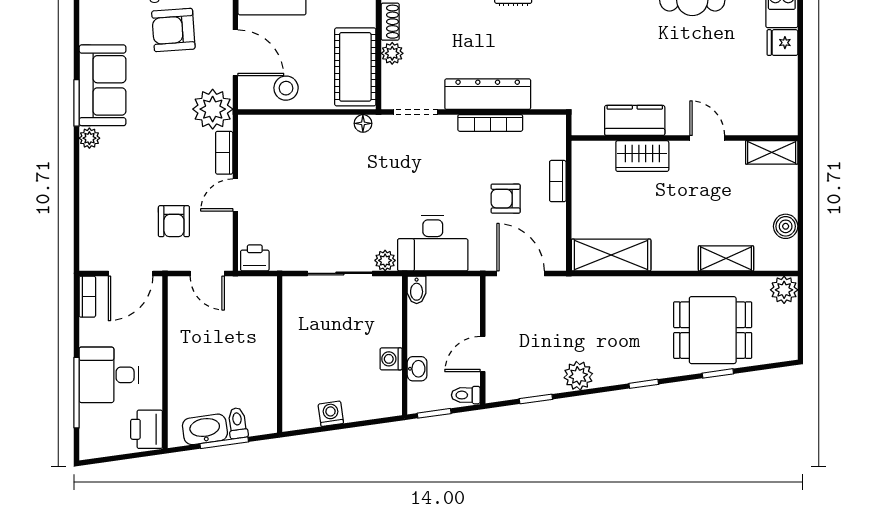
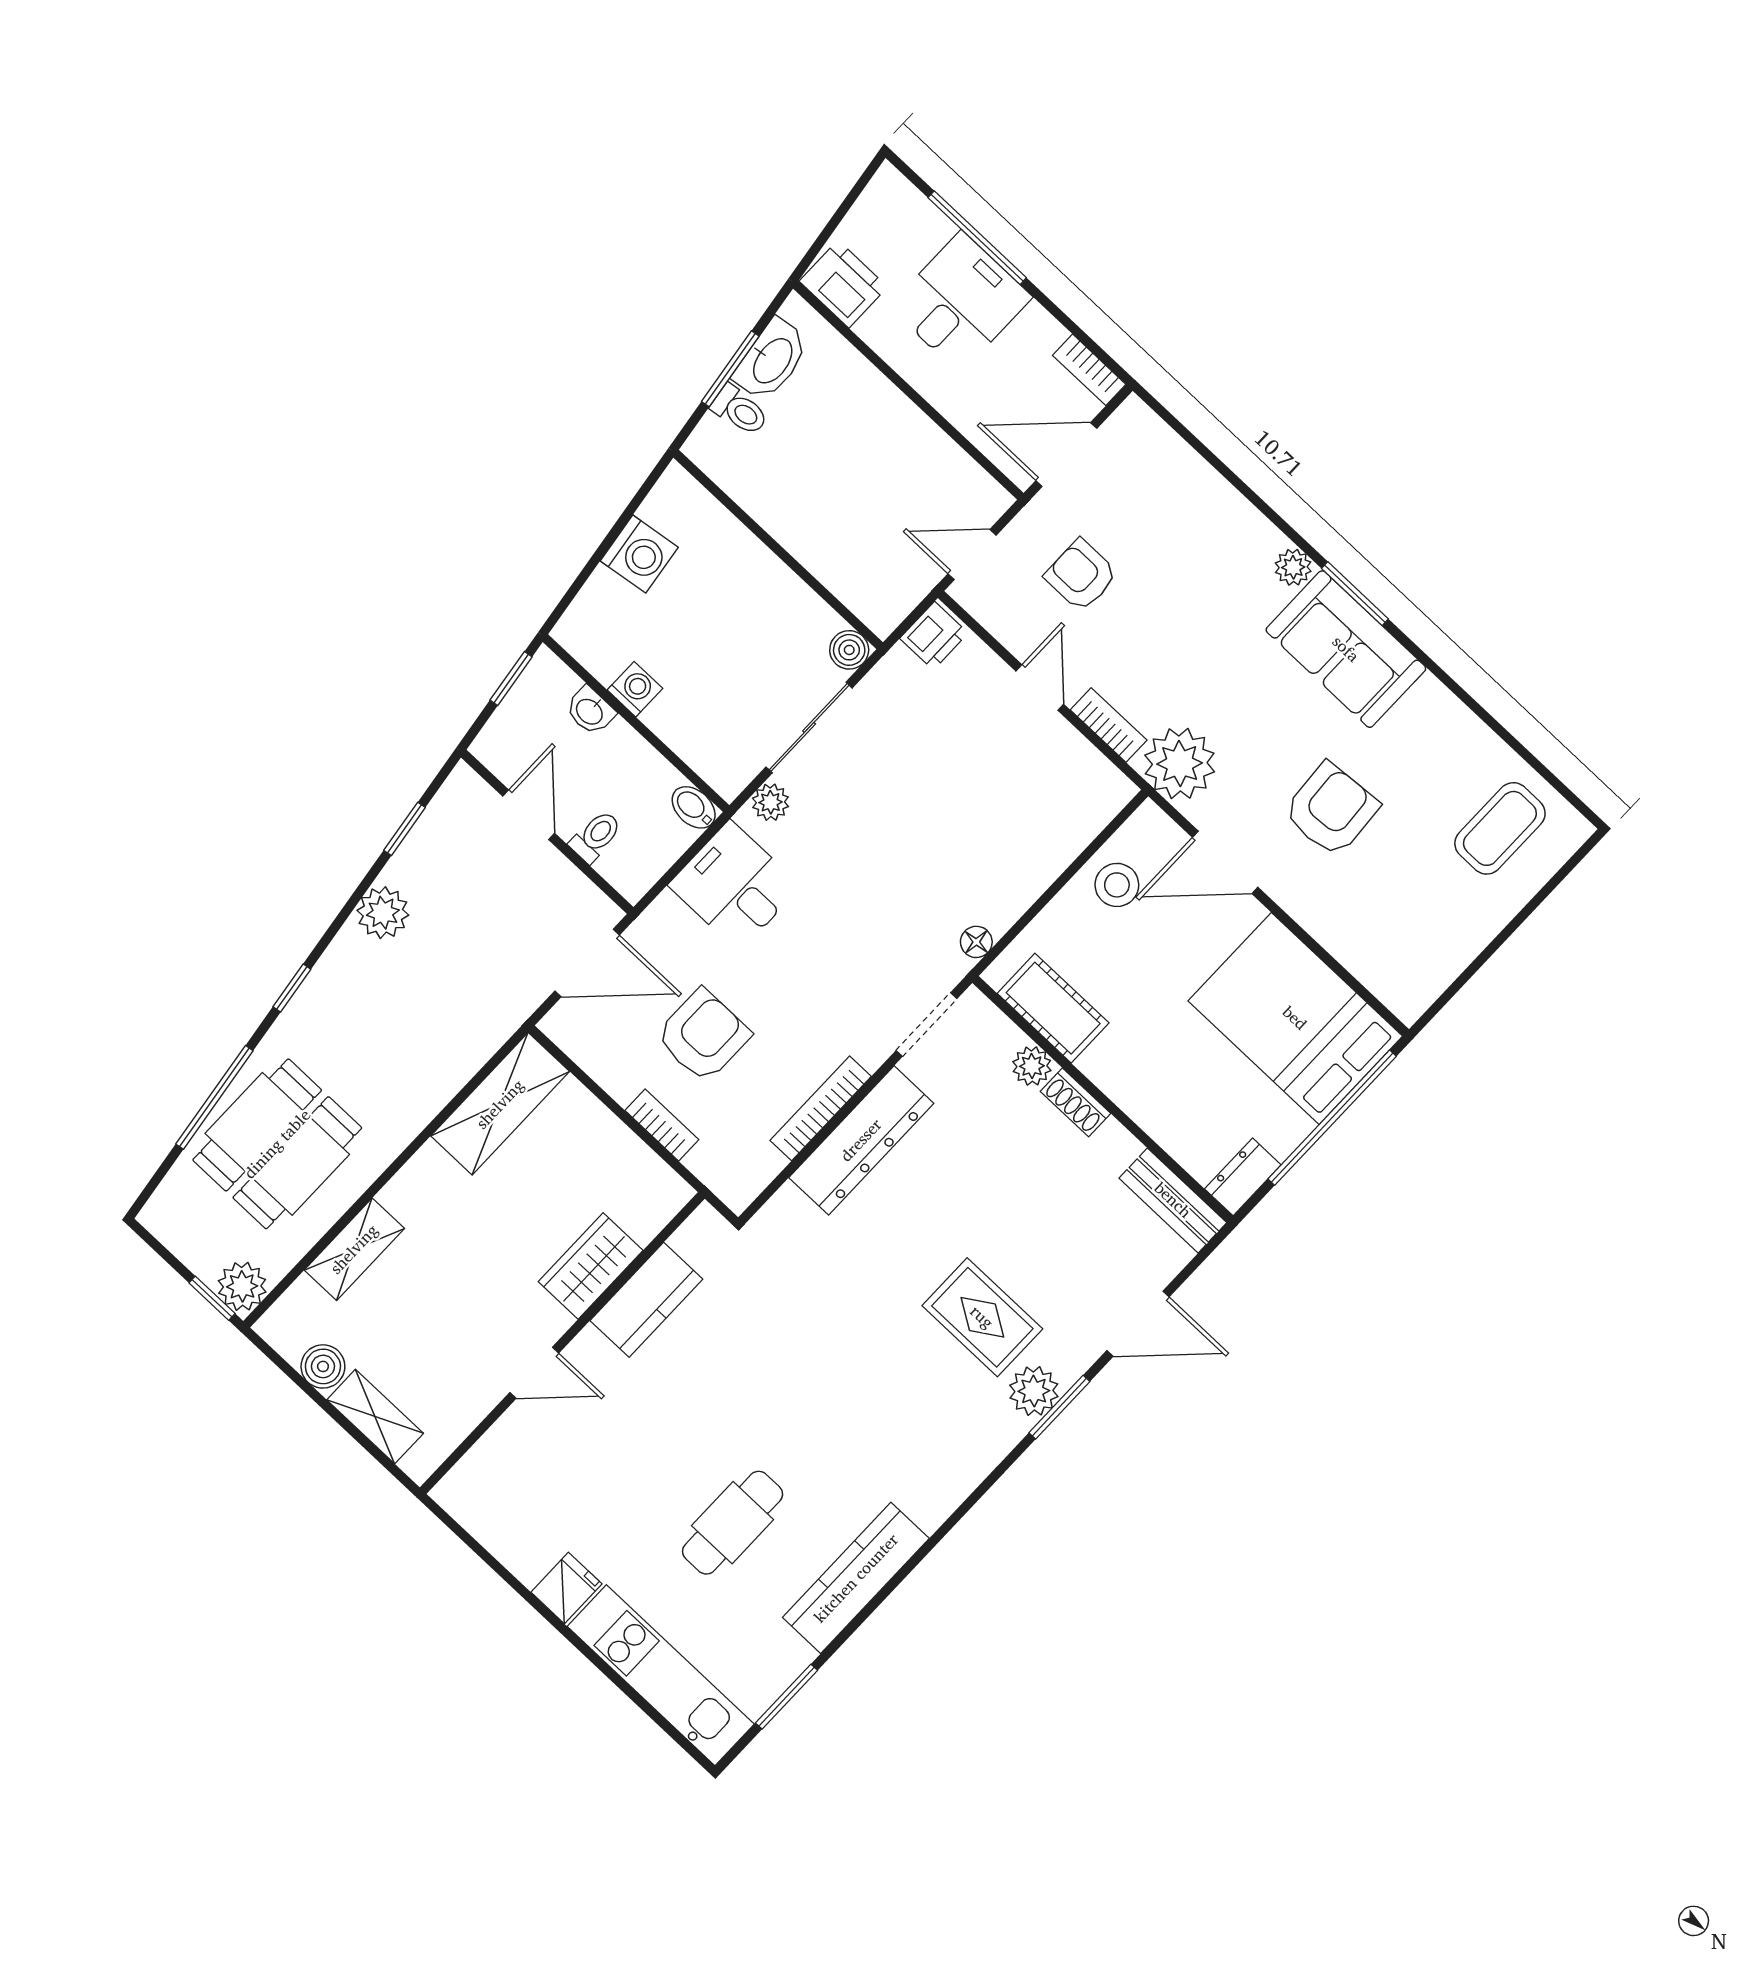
cot: (355, 67) -> (1053, 1008), width x0.73, depth x0.75
shelving: (772, 152) -> (375, 1417), moved, turned 90
armchair: (506, 199) -> (703, 1035), width x1.38, depth x1.38
desk: (433, 243) -> (734, 886), width x0.73
door: (131, 273) -> (1066, 455), hinge flipped
boiler: (293, 287) -> (849, 650), added
window: (800, 298) -> (212, 1298), added
window: (718, 373) -> (214, 1097), width x2.17
toilet: (466, 395) -> (596, 836), moved
washing machine: (331, 414) -> (639, 554), width x1.38, depth x1.38

